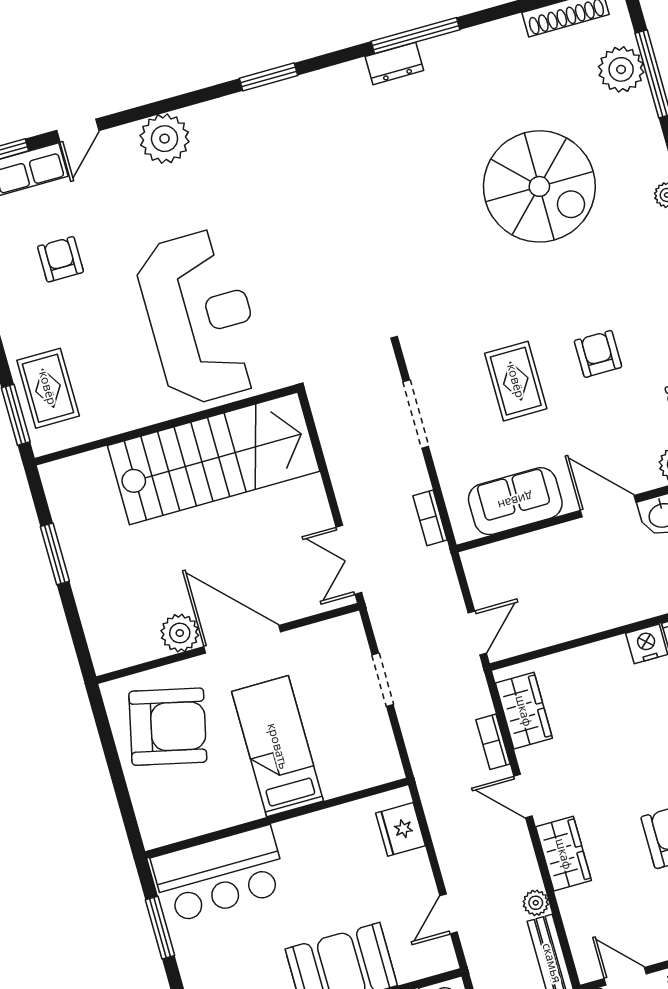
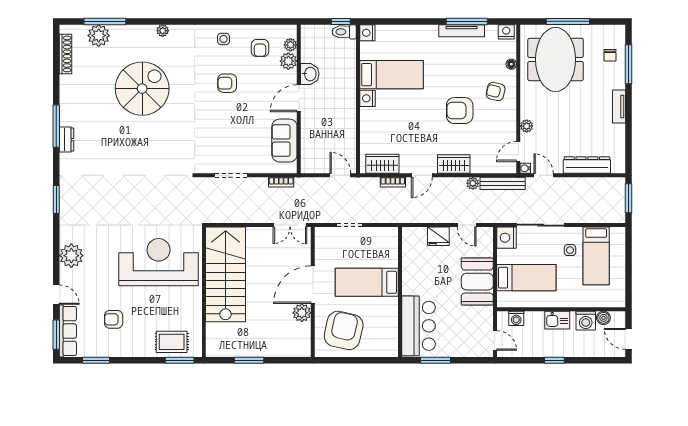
rug: (516, 381) -> (229, 125), removed
fridge: (400, 829) -> (438, 236), moved

